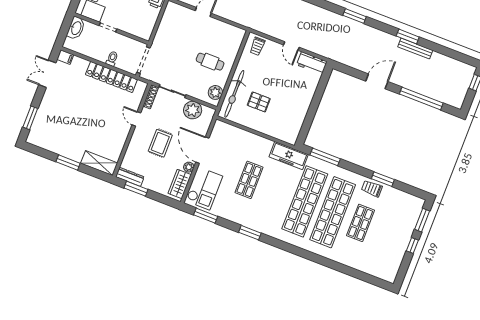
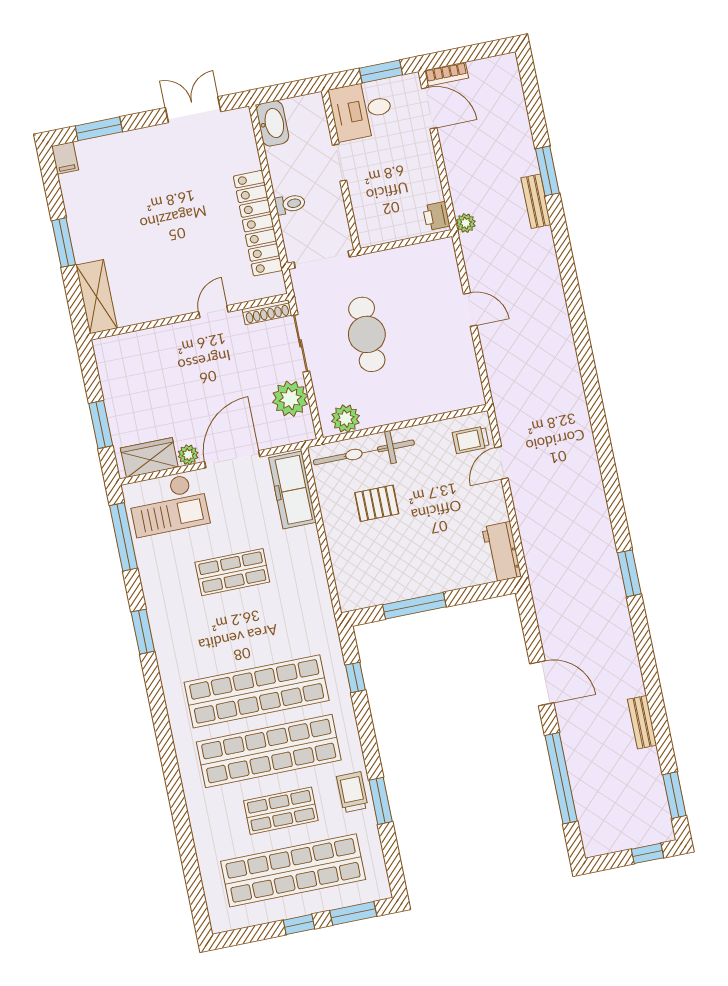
washbasin: (76, 28) -> (272, 123), moved, turned -90
window: (408, 37) -> (674, 795), moved
door: (291, 46) -> (501, 463), moved
bench: (415, 48) -> (642, 722), width x0.73
filing cabinet: (65, 57) -> (65, 158), moved
cafe table: (210, 62) -> (367, 334), moved, width x1.37, depth x1.35
pallet: (259, 102) -> (377, 503), turned 90
window: (311, 113) -> (414, 606), added
rug: (160, 143) -> (198, 380), removed
freezer: (289, 156) -> (292, 490), moved
window: (325, 157) -> (355, 677), width x0.46
dresser: (130, 177) -> (107, 364), removed
window: (136, 189) -> (101, 424), moved
window: (206, 216) -> (124, 537), width x1.44
shop shelf: (388, 234) -> (293, 870), added

